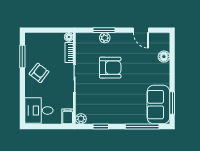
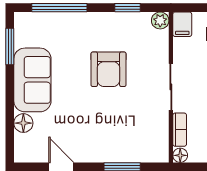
plant: (105, 38) -> (121, 154), removed
armchair: (110, 68) -> (109, 69), moved, turned -90
sofa: (158, 105) -> (32, 80), moved

